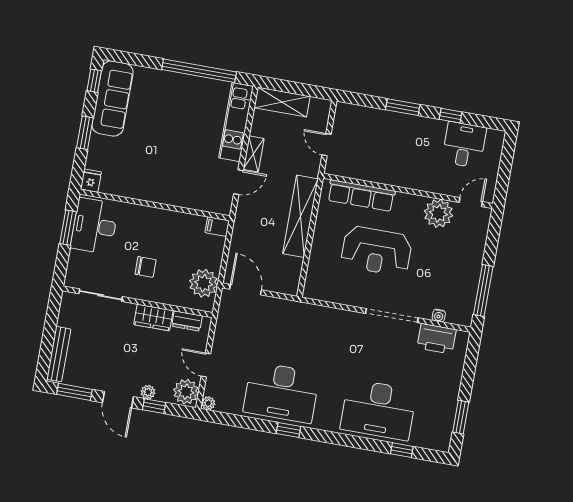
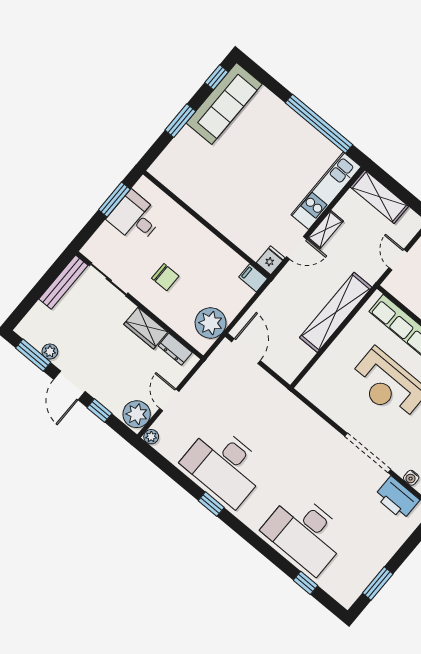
fridge: (91, 181) -> (271, 260), moved
desk: (95, 226) -> (135, 218), width x0.73
bench: (59, 354) -> (63, 282), moved
plant: (148, 392) -> (50, 352), moved

